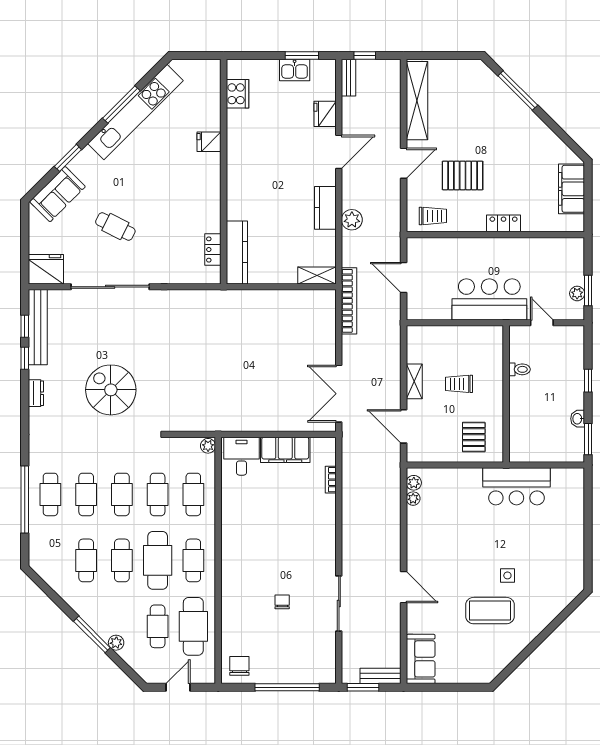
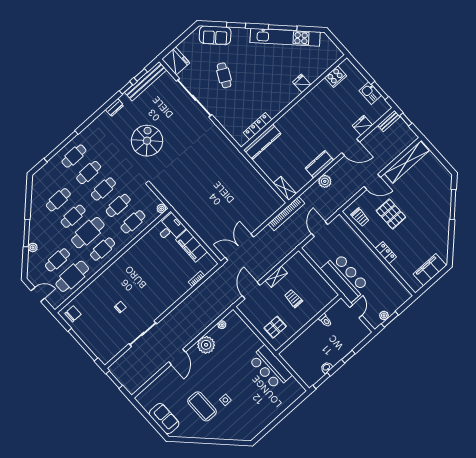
locker: (213, 250) -> (258, 126), width x1.53
plant: (414, 483) -> (206, 345), moved, width x1.88, depth x1.88
sofa: (421, 659) -> (164, 419), moved, turned -90
bench: (381, 676) -> (127, 383), removed

